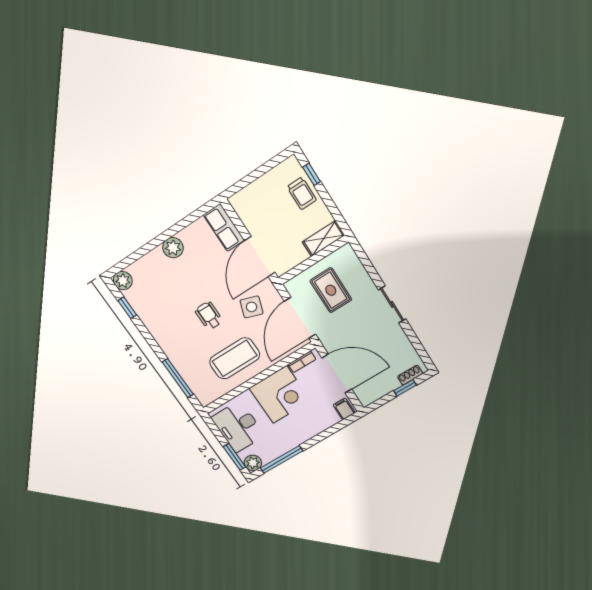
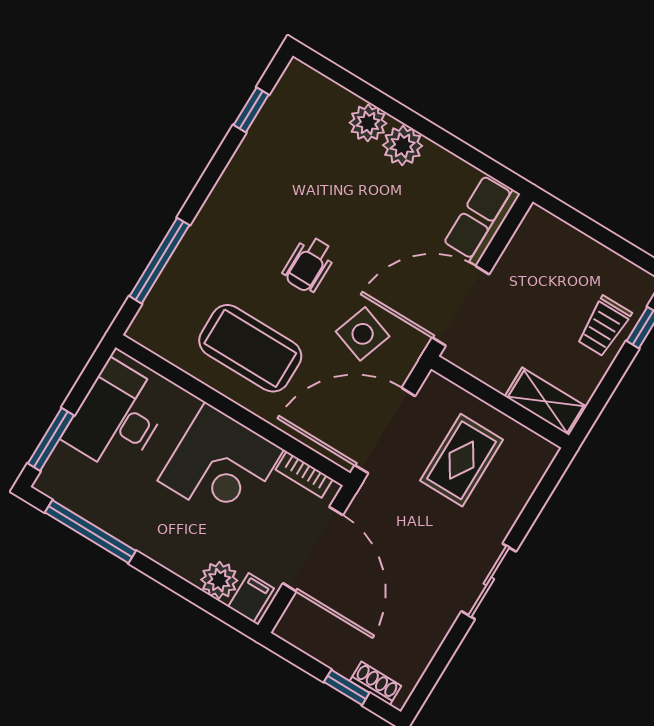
plant: (123, 281) -> (368, 123), moved
wheelchair: (209, 316) -> (309, 264), turned 180
plant: (253, 463) -> (219, 580), moved

